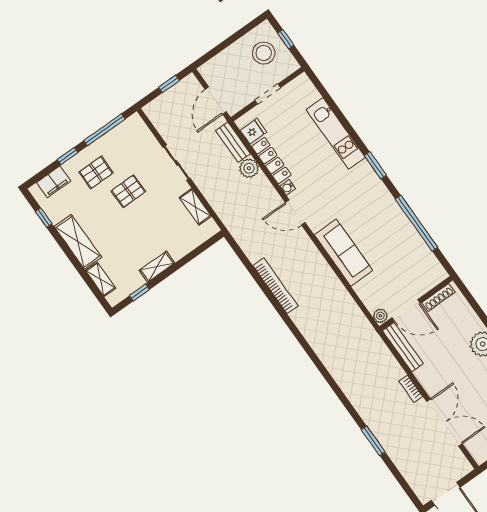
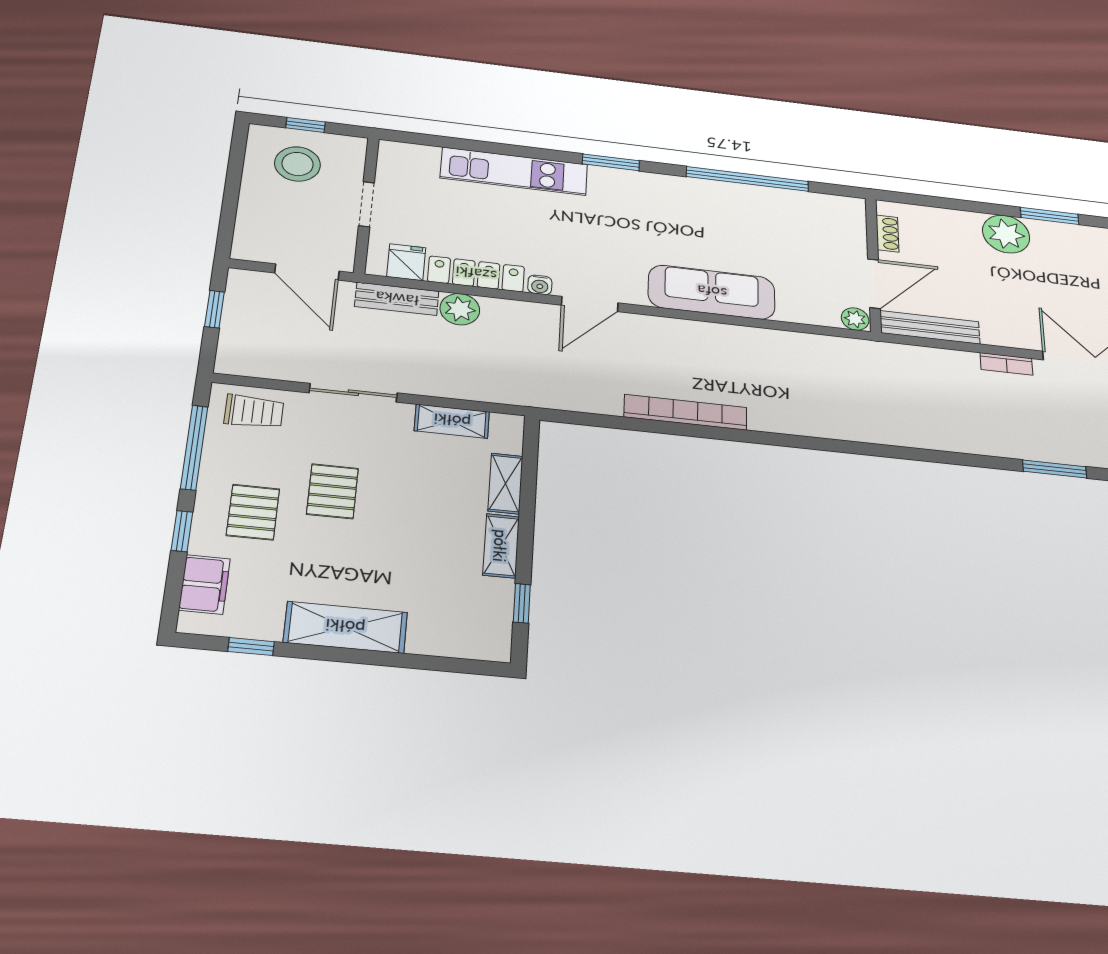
trolley: (137, 136) -> (254, 412), added
shelving: (101, 279) -> (505, 484), moved, turned 90
shoe rack: (438, 297) -> (887, 233), width x0.70

